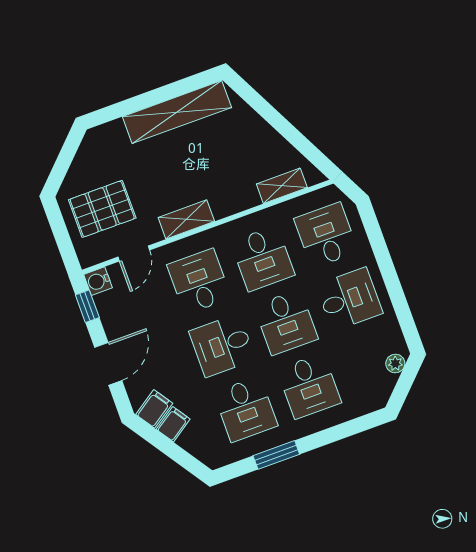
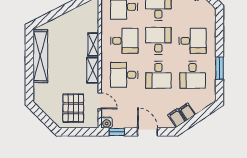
shelving: (282, 186) -> (93, 44), moved
desk: (286, 322) -> (158, 41), turned -90
desk: (246, 409) -> (193, 75), turned 90

